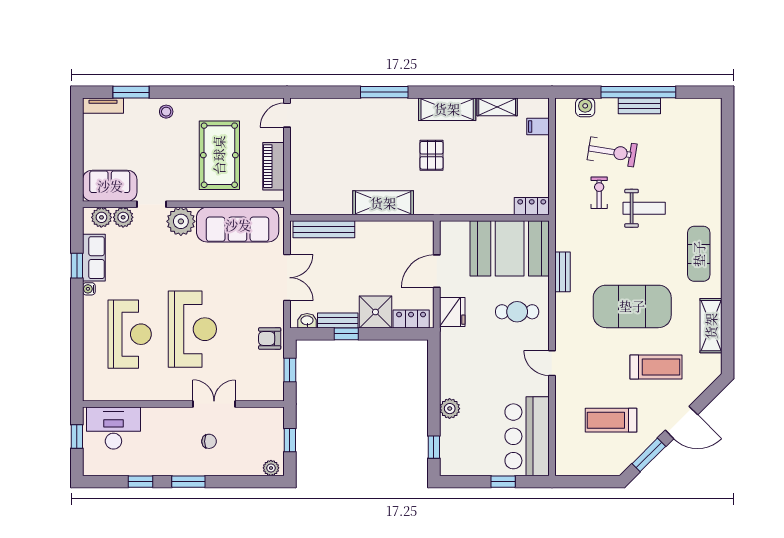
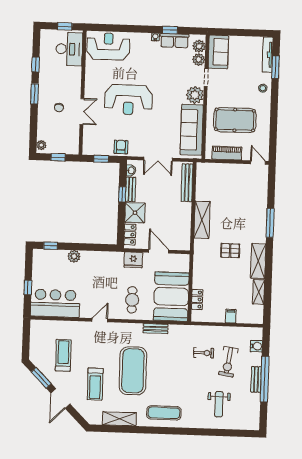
tv unit: (103, 106) -> (268, 55), width x1.41
filing cabinet: (538, 127) -> (231, 316), moved
locker: (532, 206) -> (197, 299), moved
weight bench: (644, 208) -> (219, 404), moved
reception desk: (130, 334) -> (108, 46), moved, turned 180

